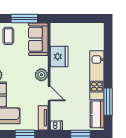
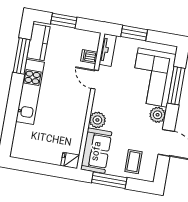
fridge: (59, 57) -> (70, 160), moved, width x0.53, depth x0.75
plant: (41, 75) -> (97, 120), moved
dishwasher: (56, 125) -> (89, 57), moved

